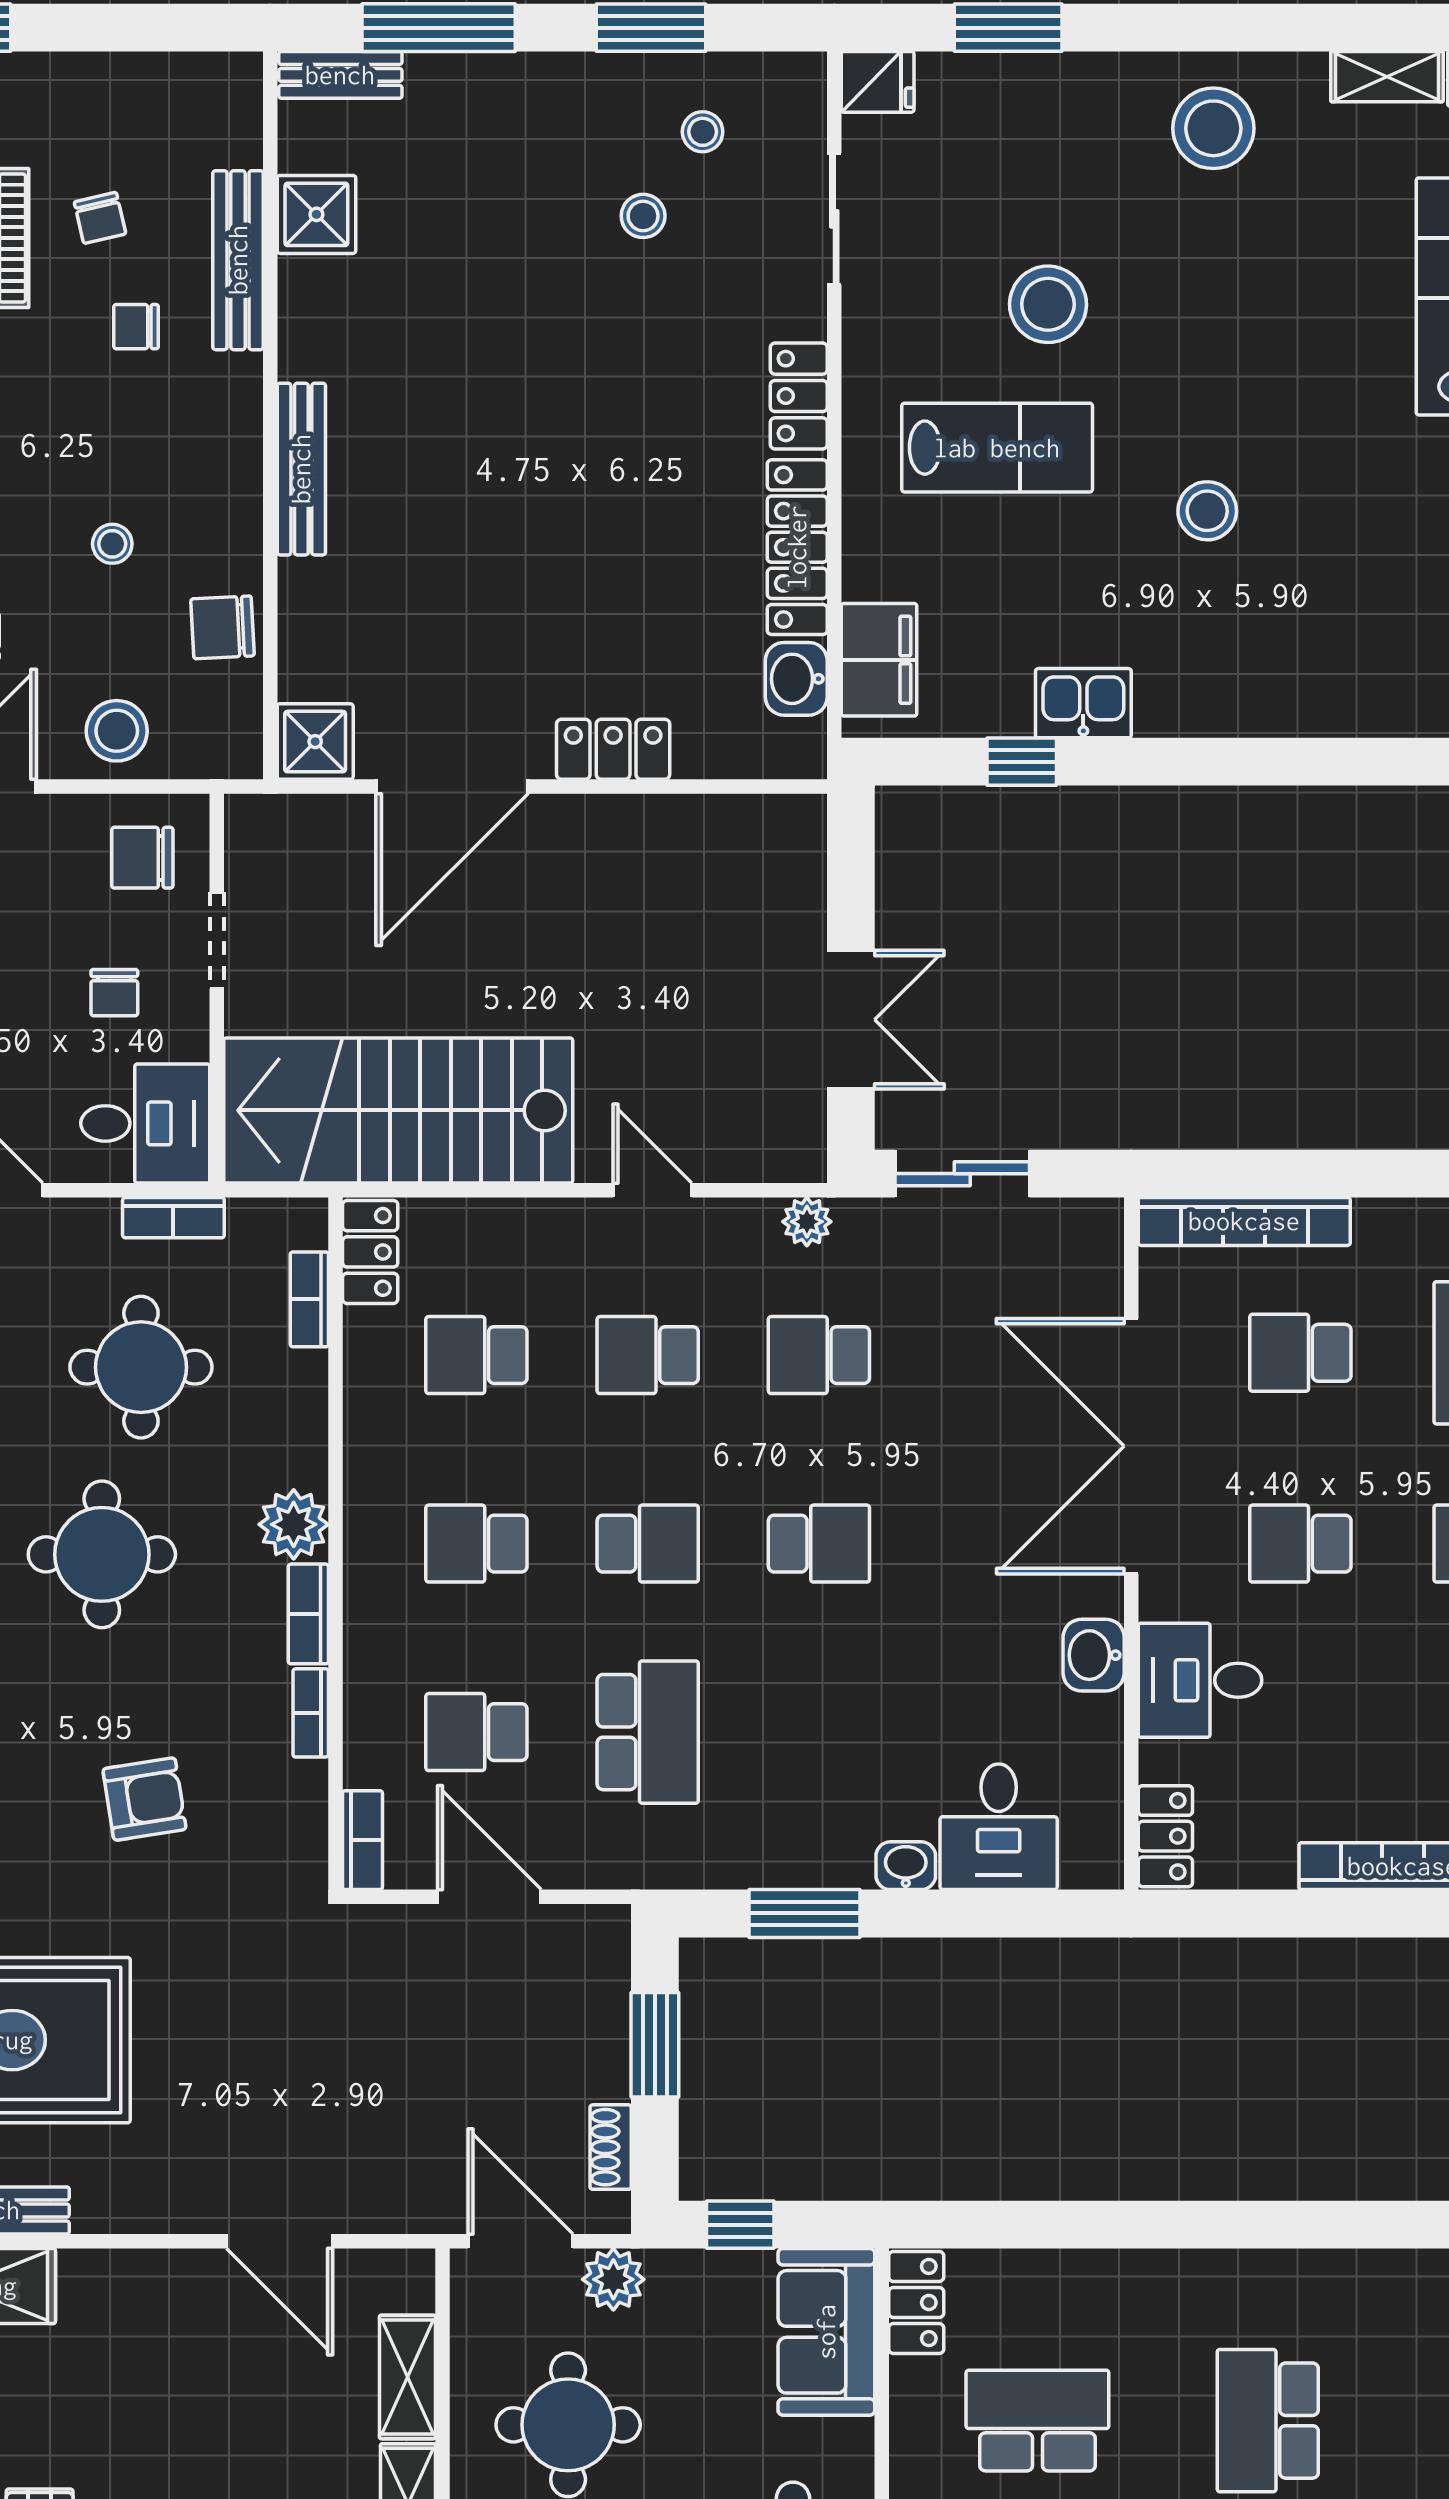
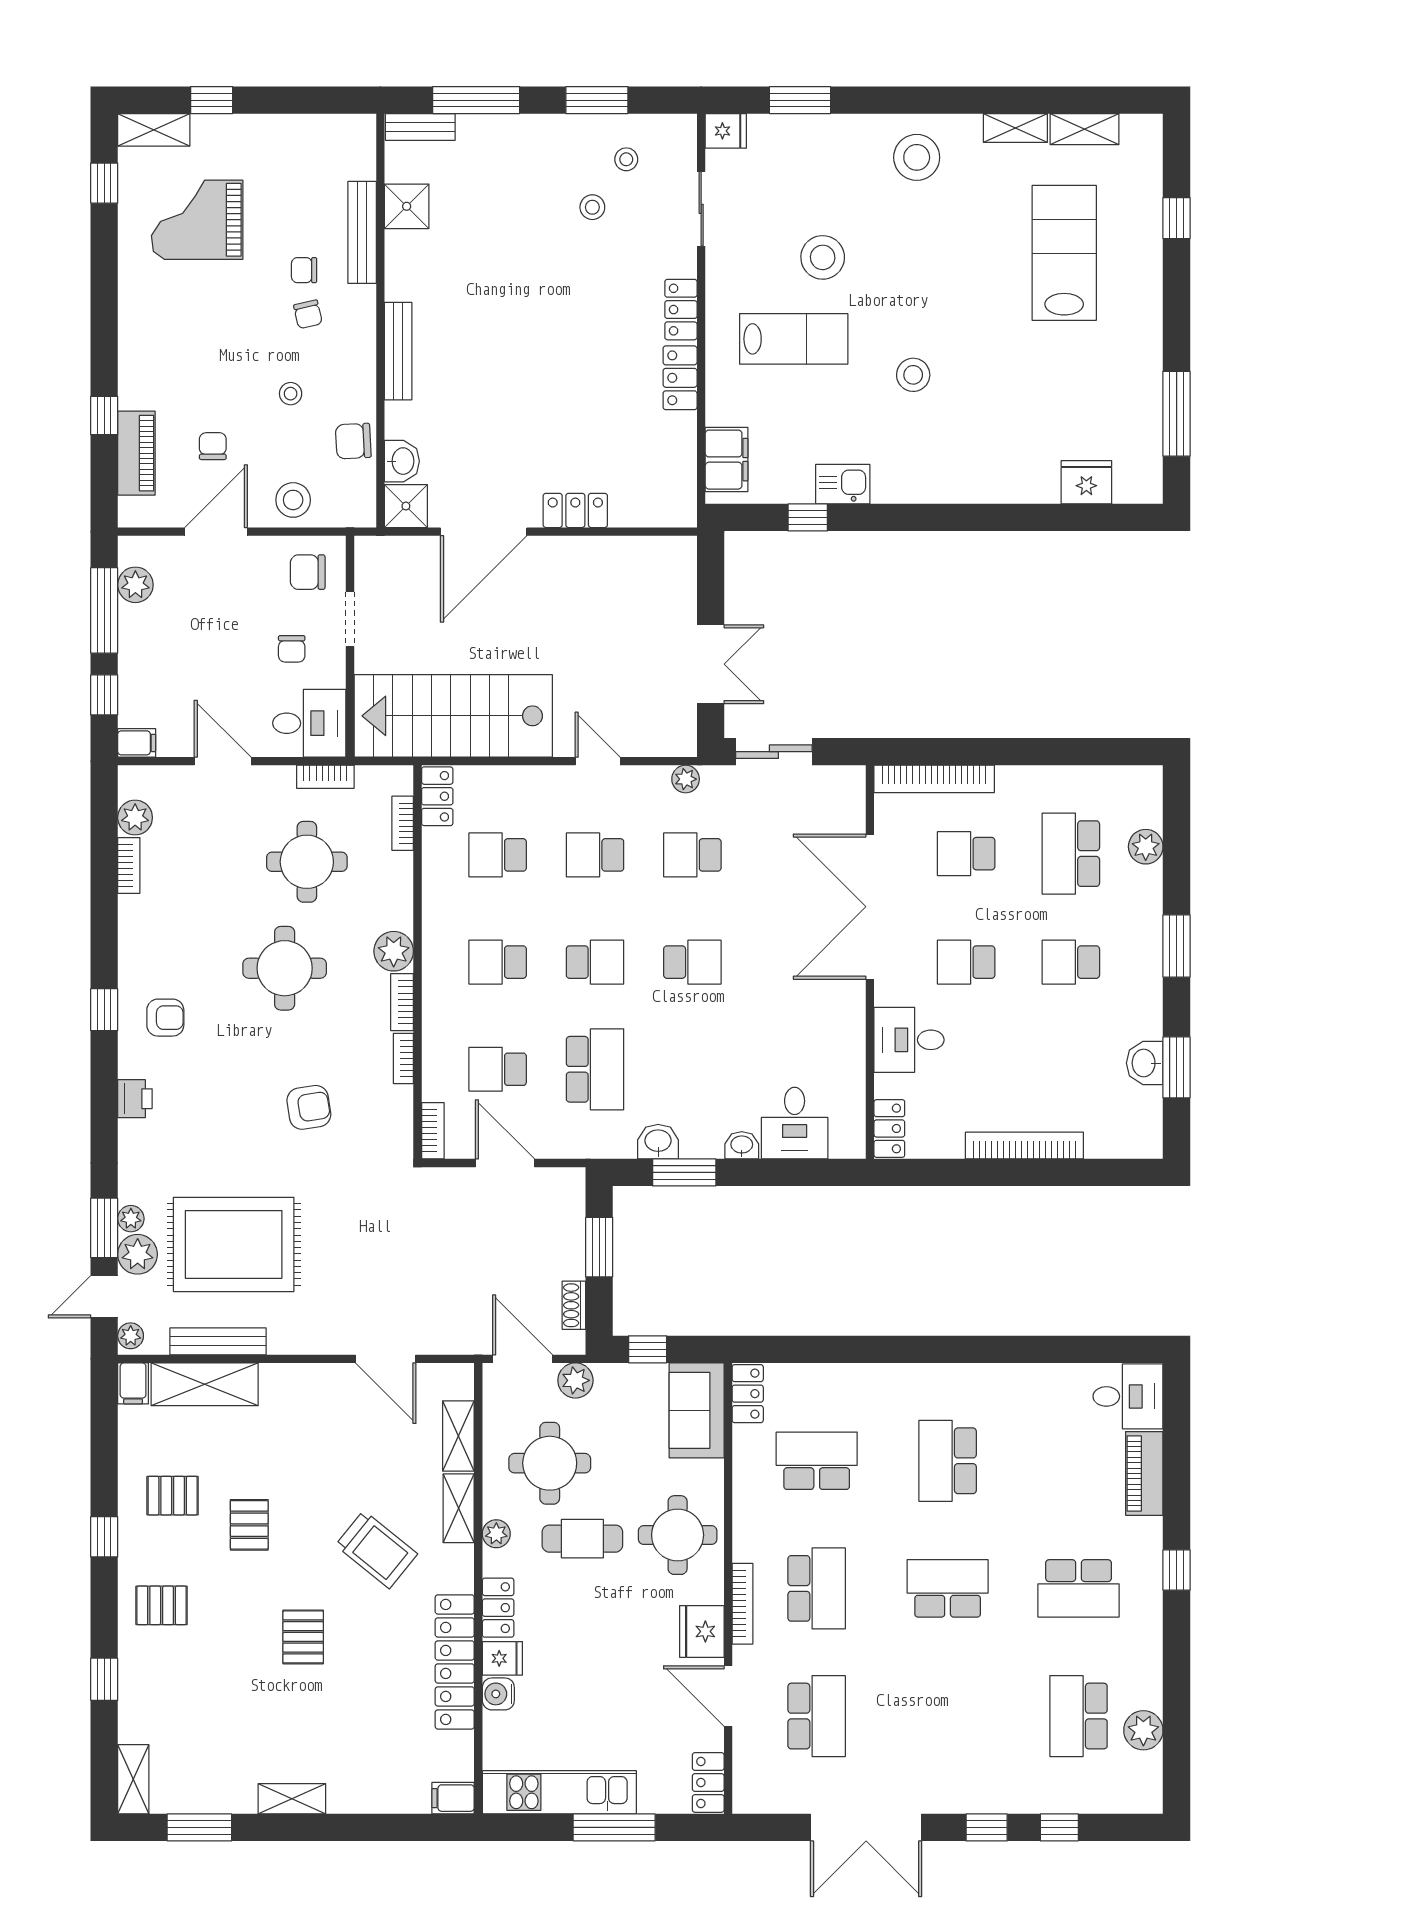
chair: (100, 218) -> (308, 314), moved
locker: (797, 547) -> (680, 378), width x0.66
washbasin: (796, 679) -> (402, 461), moved, turned 180
washbasin: (1094, 1655) -> (658, 1142), moved, turned 90

